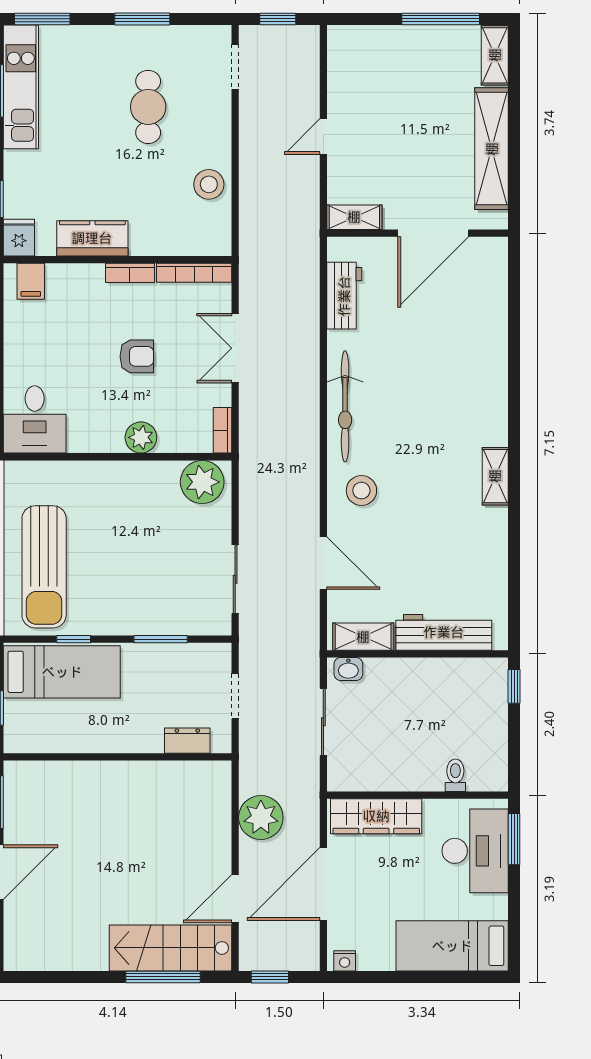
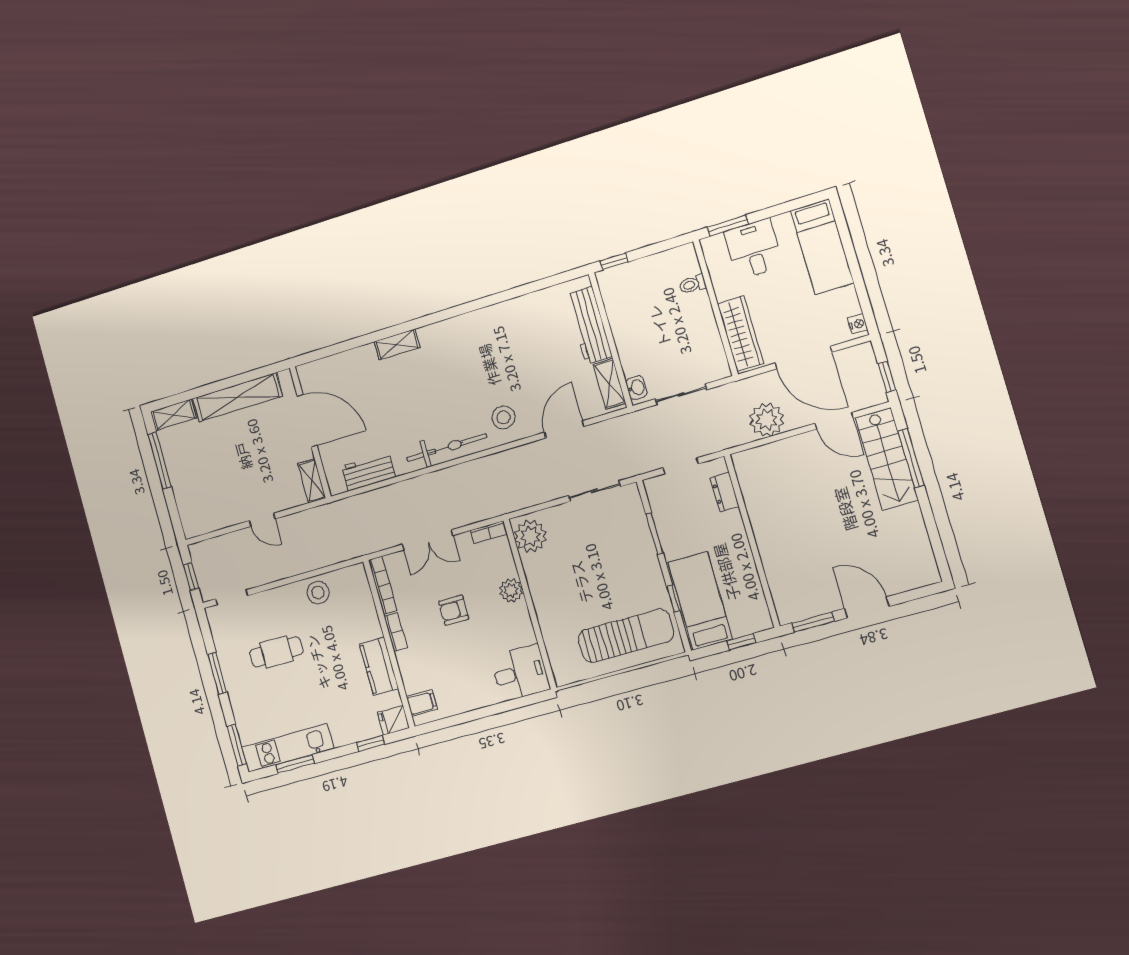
armchair: (137, 356) -> (454, 610), turned -90
shelving: (495, 476) -> (397, 344), moved
desk: (475, 851) -> (754, 249), width x0.73

